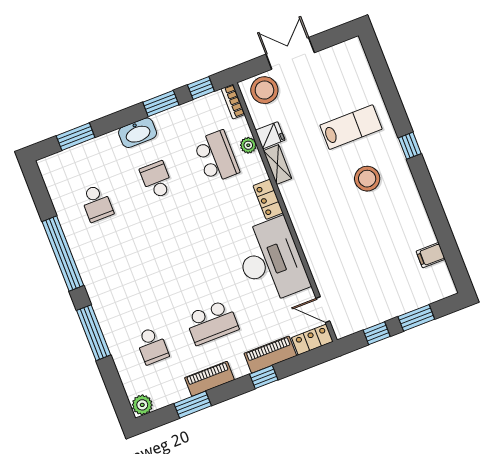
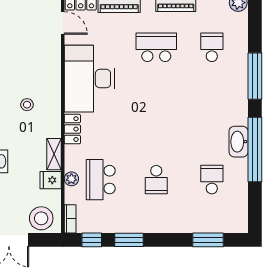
washbasin: (138, 133) -> (239, 142), moved, turned -90
stool: (327, 207) -> (27, 105), added

